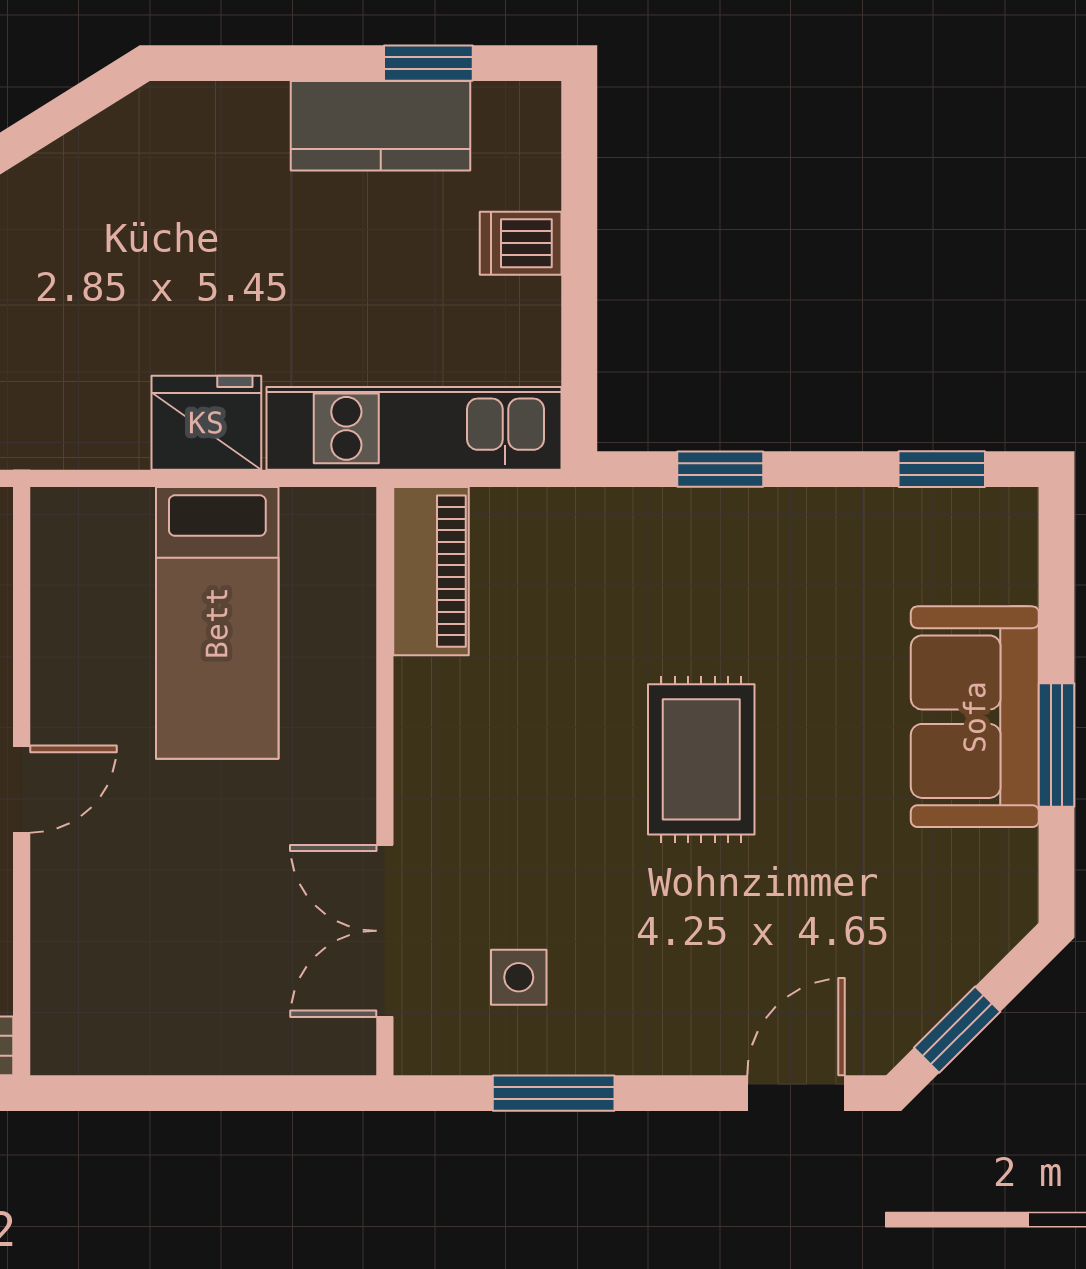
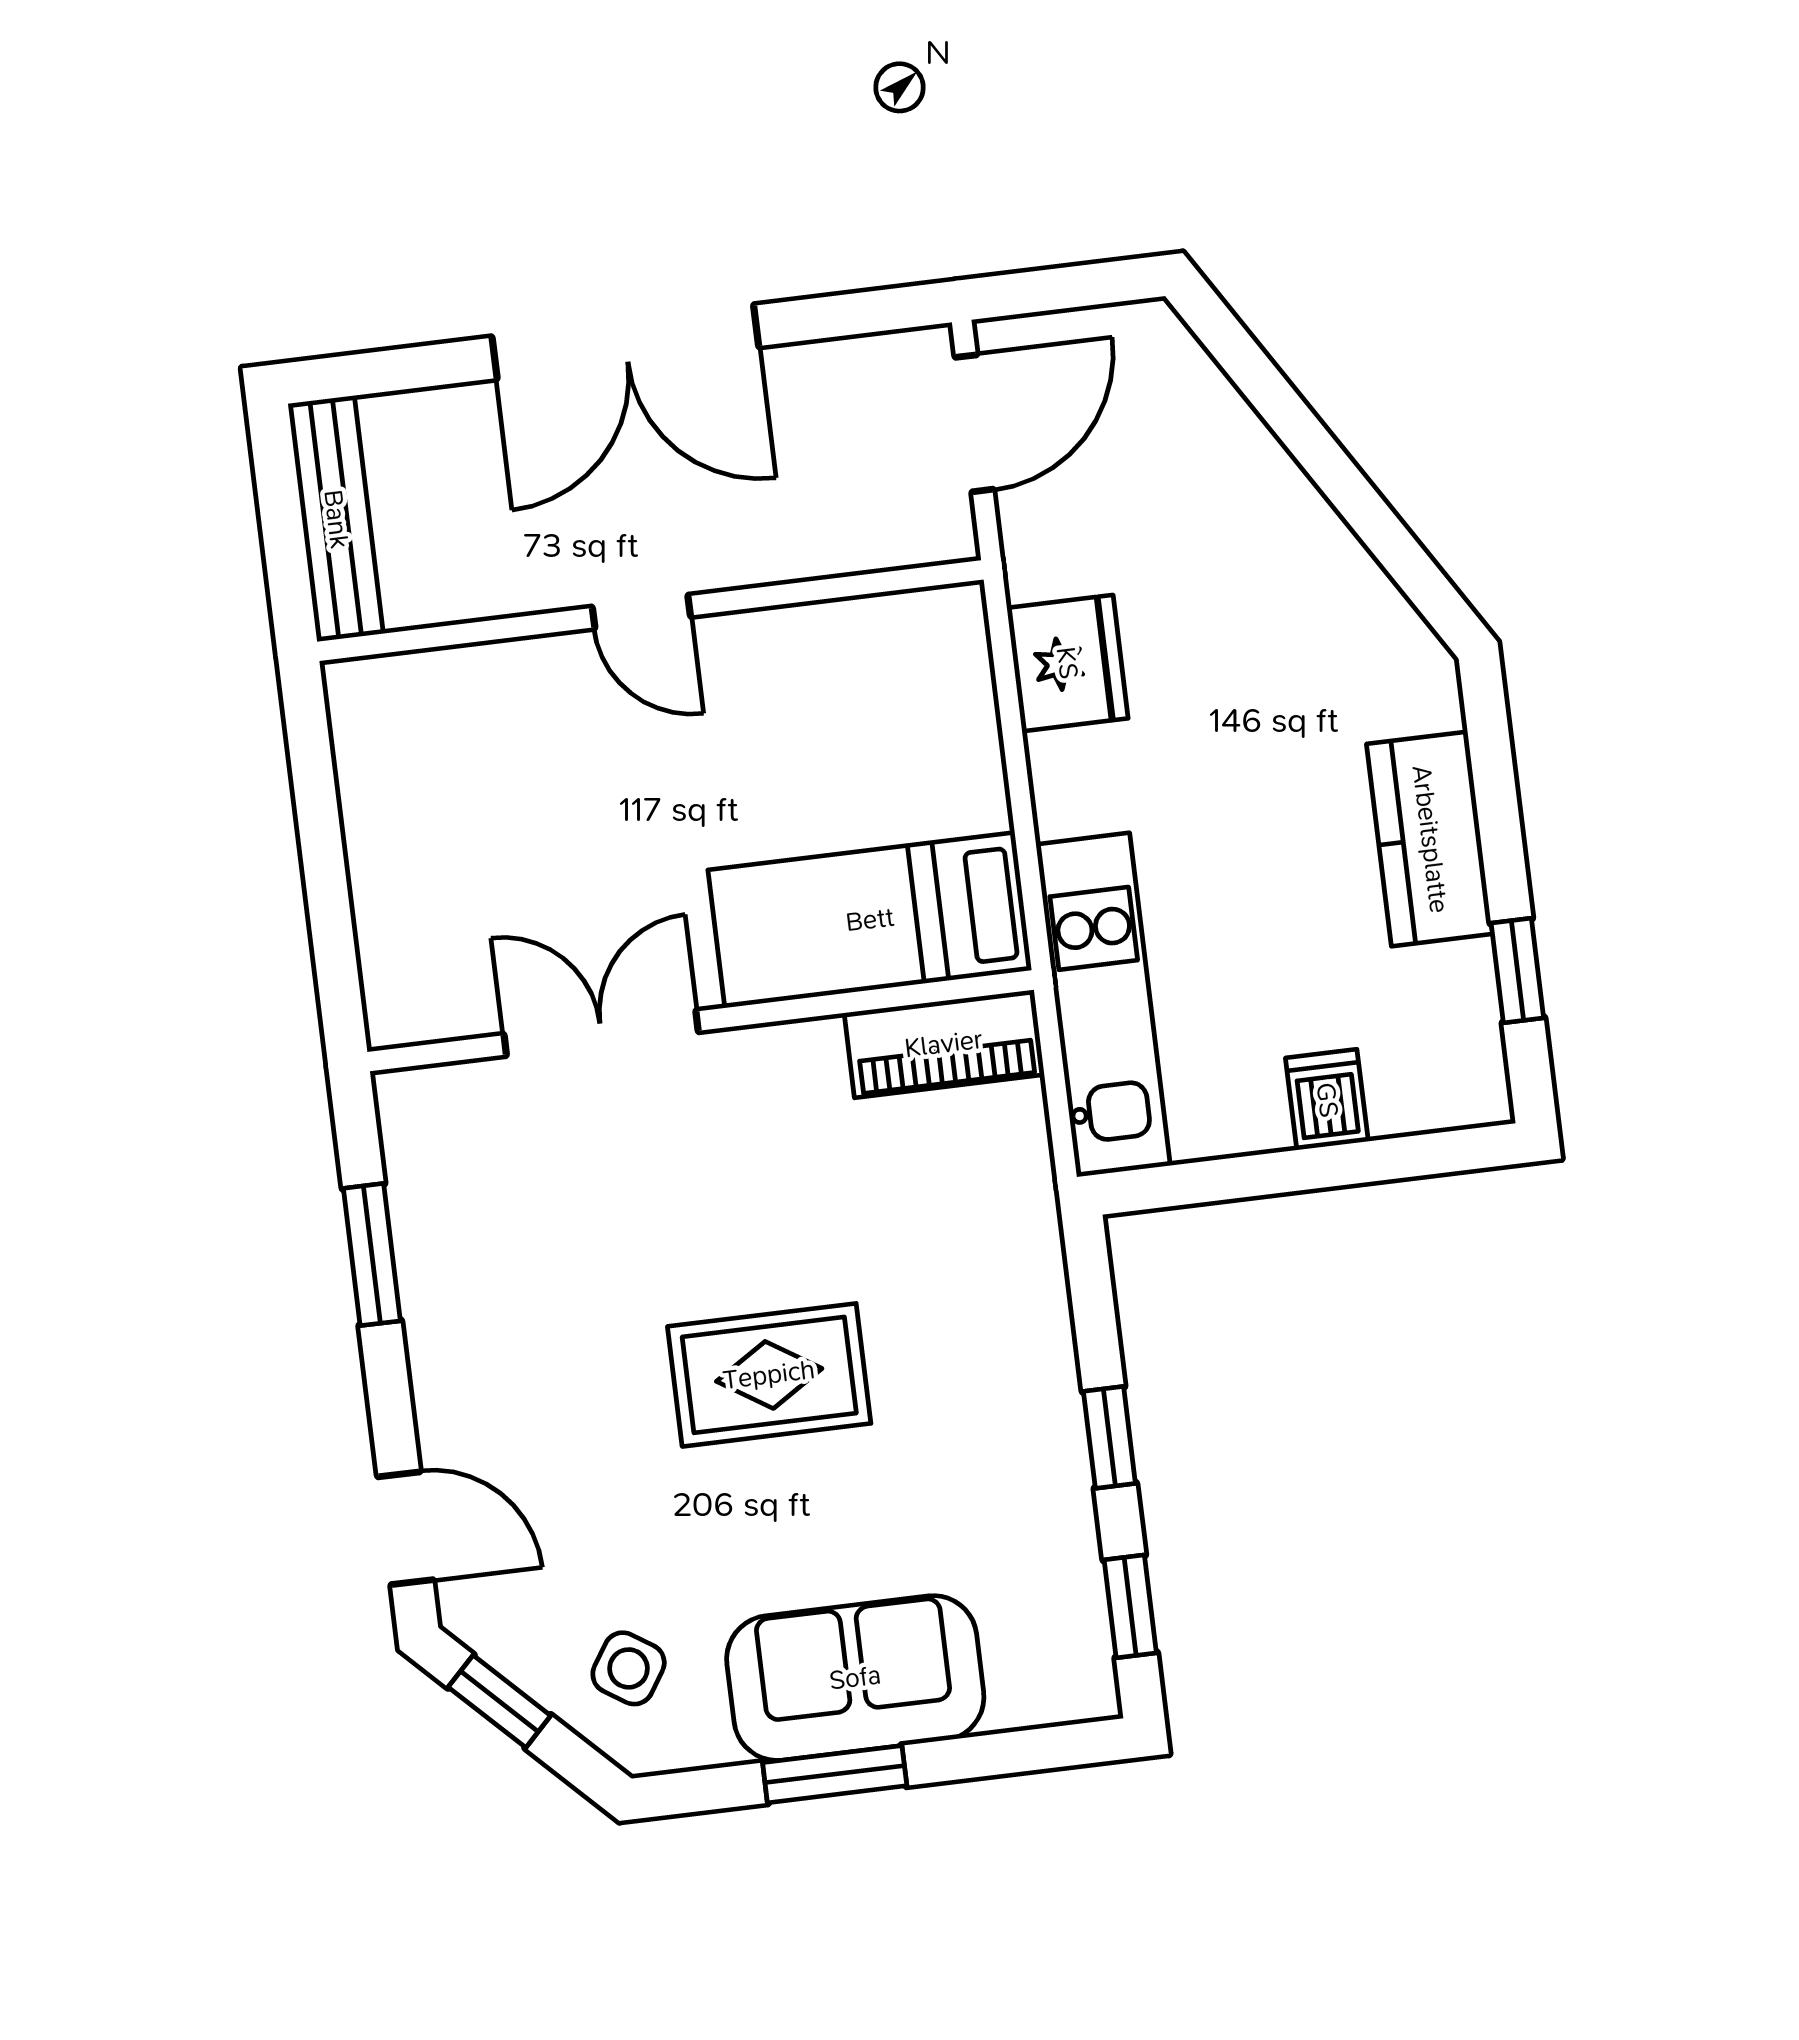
kitchen counter: (381, 126) -> (1430, 839), moved
fridge: (206, 423) -> (1067, 663), moved
window: (720, 469) -> (1109, 1437), moved
bed: (217, 623) -> (870, 920), moved
double door: (385, 931) -> (601, 1033), moved
side table: (519, 977) -> (629, 1668), moved, turned 33

